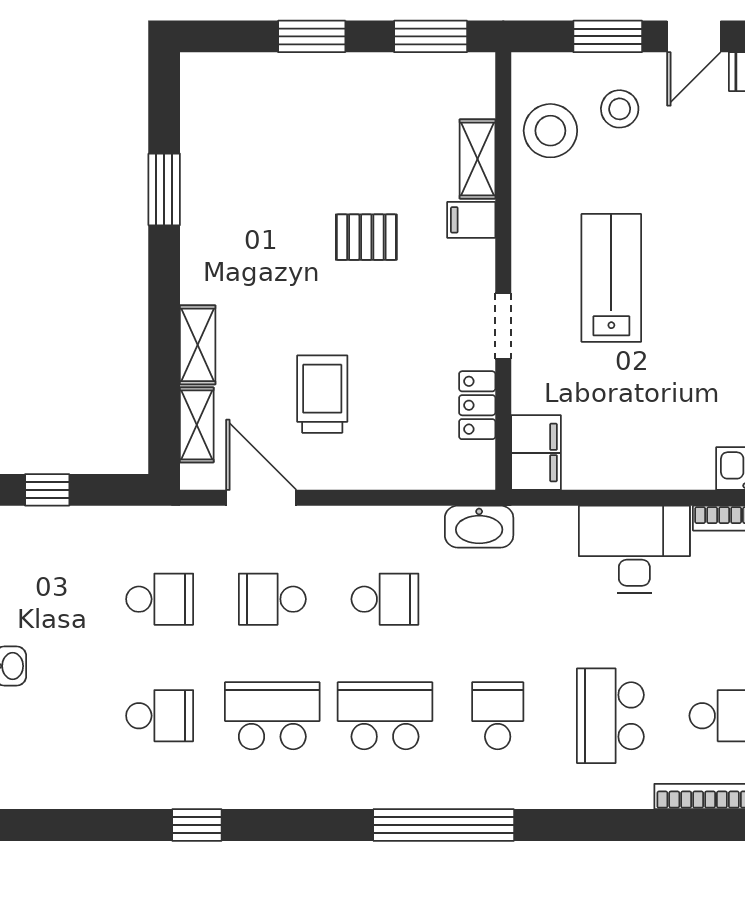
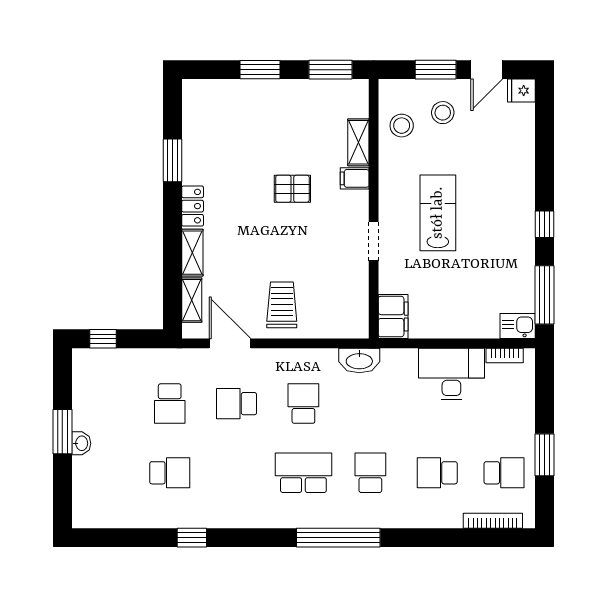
stool: (550, 131) -> (402, 126), width x0.73, depth x0.73
trolley: (322, 394) -> (282, 305), moved
locker: (477, 405) -> (193, 206), moved, turned 180
school desk: (160, 599) -> (170, 404), turned 90
school desk: (385, 599) -> (303, 404), turned -90
school desk: (272, 716) -> (237, 473), removed
school desk: (610, 716) -> (437, 473), width x0.54

